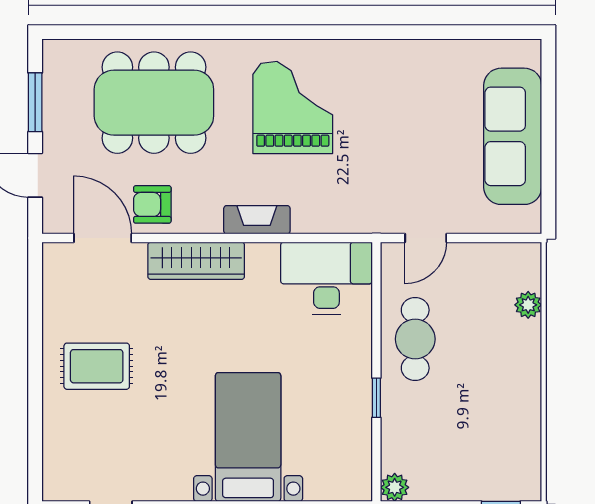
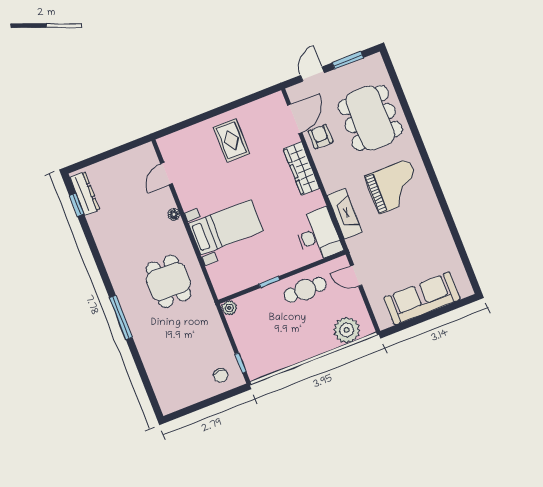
fireplace: (257, 220) -> (345, 214), moved, width x1.37, depth x1.32
plant: (528, 305) -> (347, 330), width x1.88, depth x1.88

